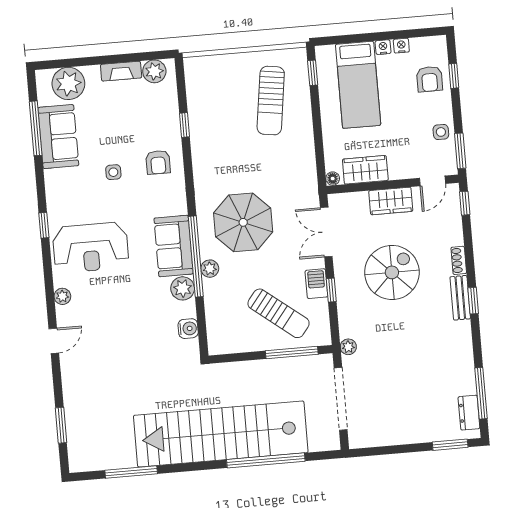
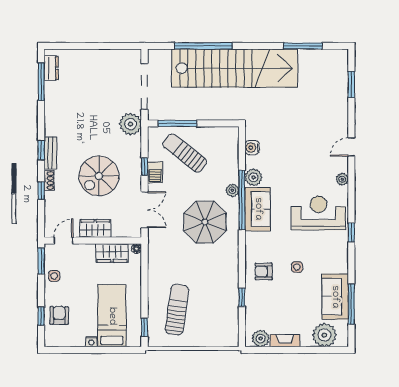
nightstand: (401, 46) -> (78, 342), removed
armchair: (158, 162) -> (264, 271), turned -90
window: (465, 203) -> (41, 191), moved
plant: (348, 347) -> (130, 124), width x1.88, depth x1.88
window: (450, 445) -> (67, 46), removed

